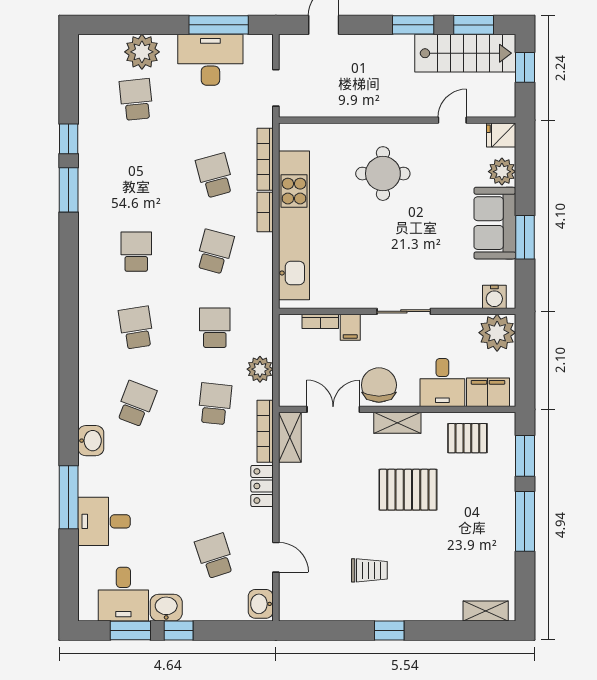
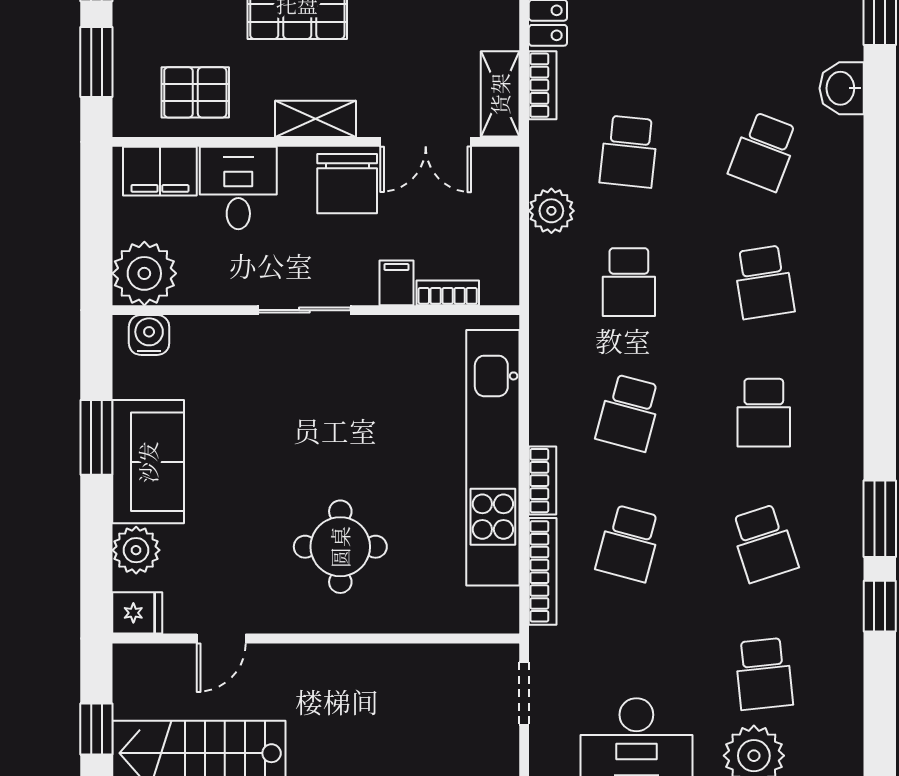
school desk: (136, 176) -> (764, 543), added
school desk: (215, 176) -> (629, 543), turned 30
bookcase: (265, 431) -> (543, 85), width x0.64

